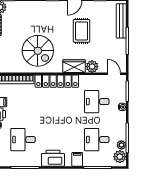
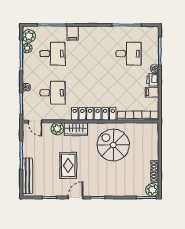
printer: (53, 158) -> (98, 34), removed

